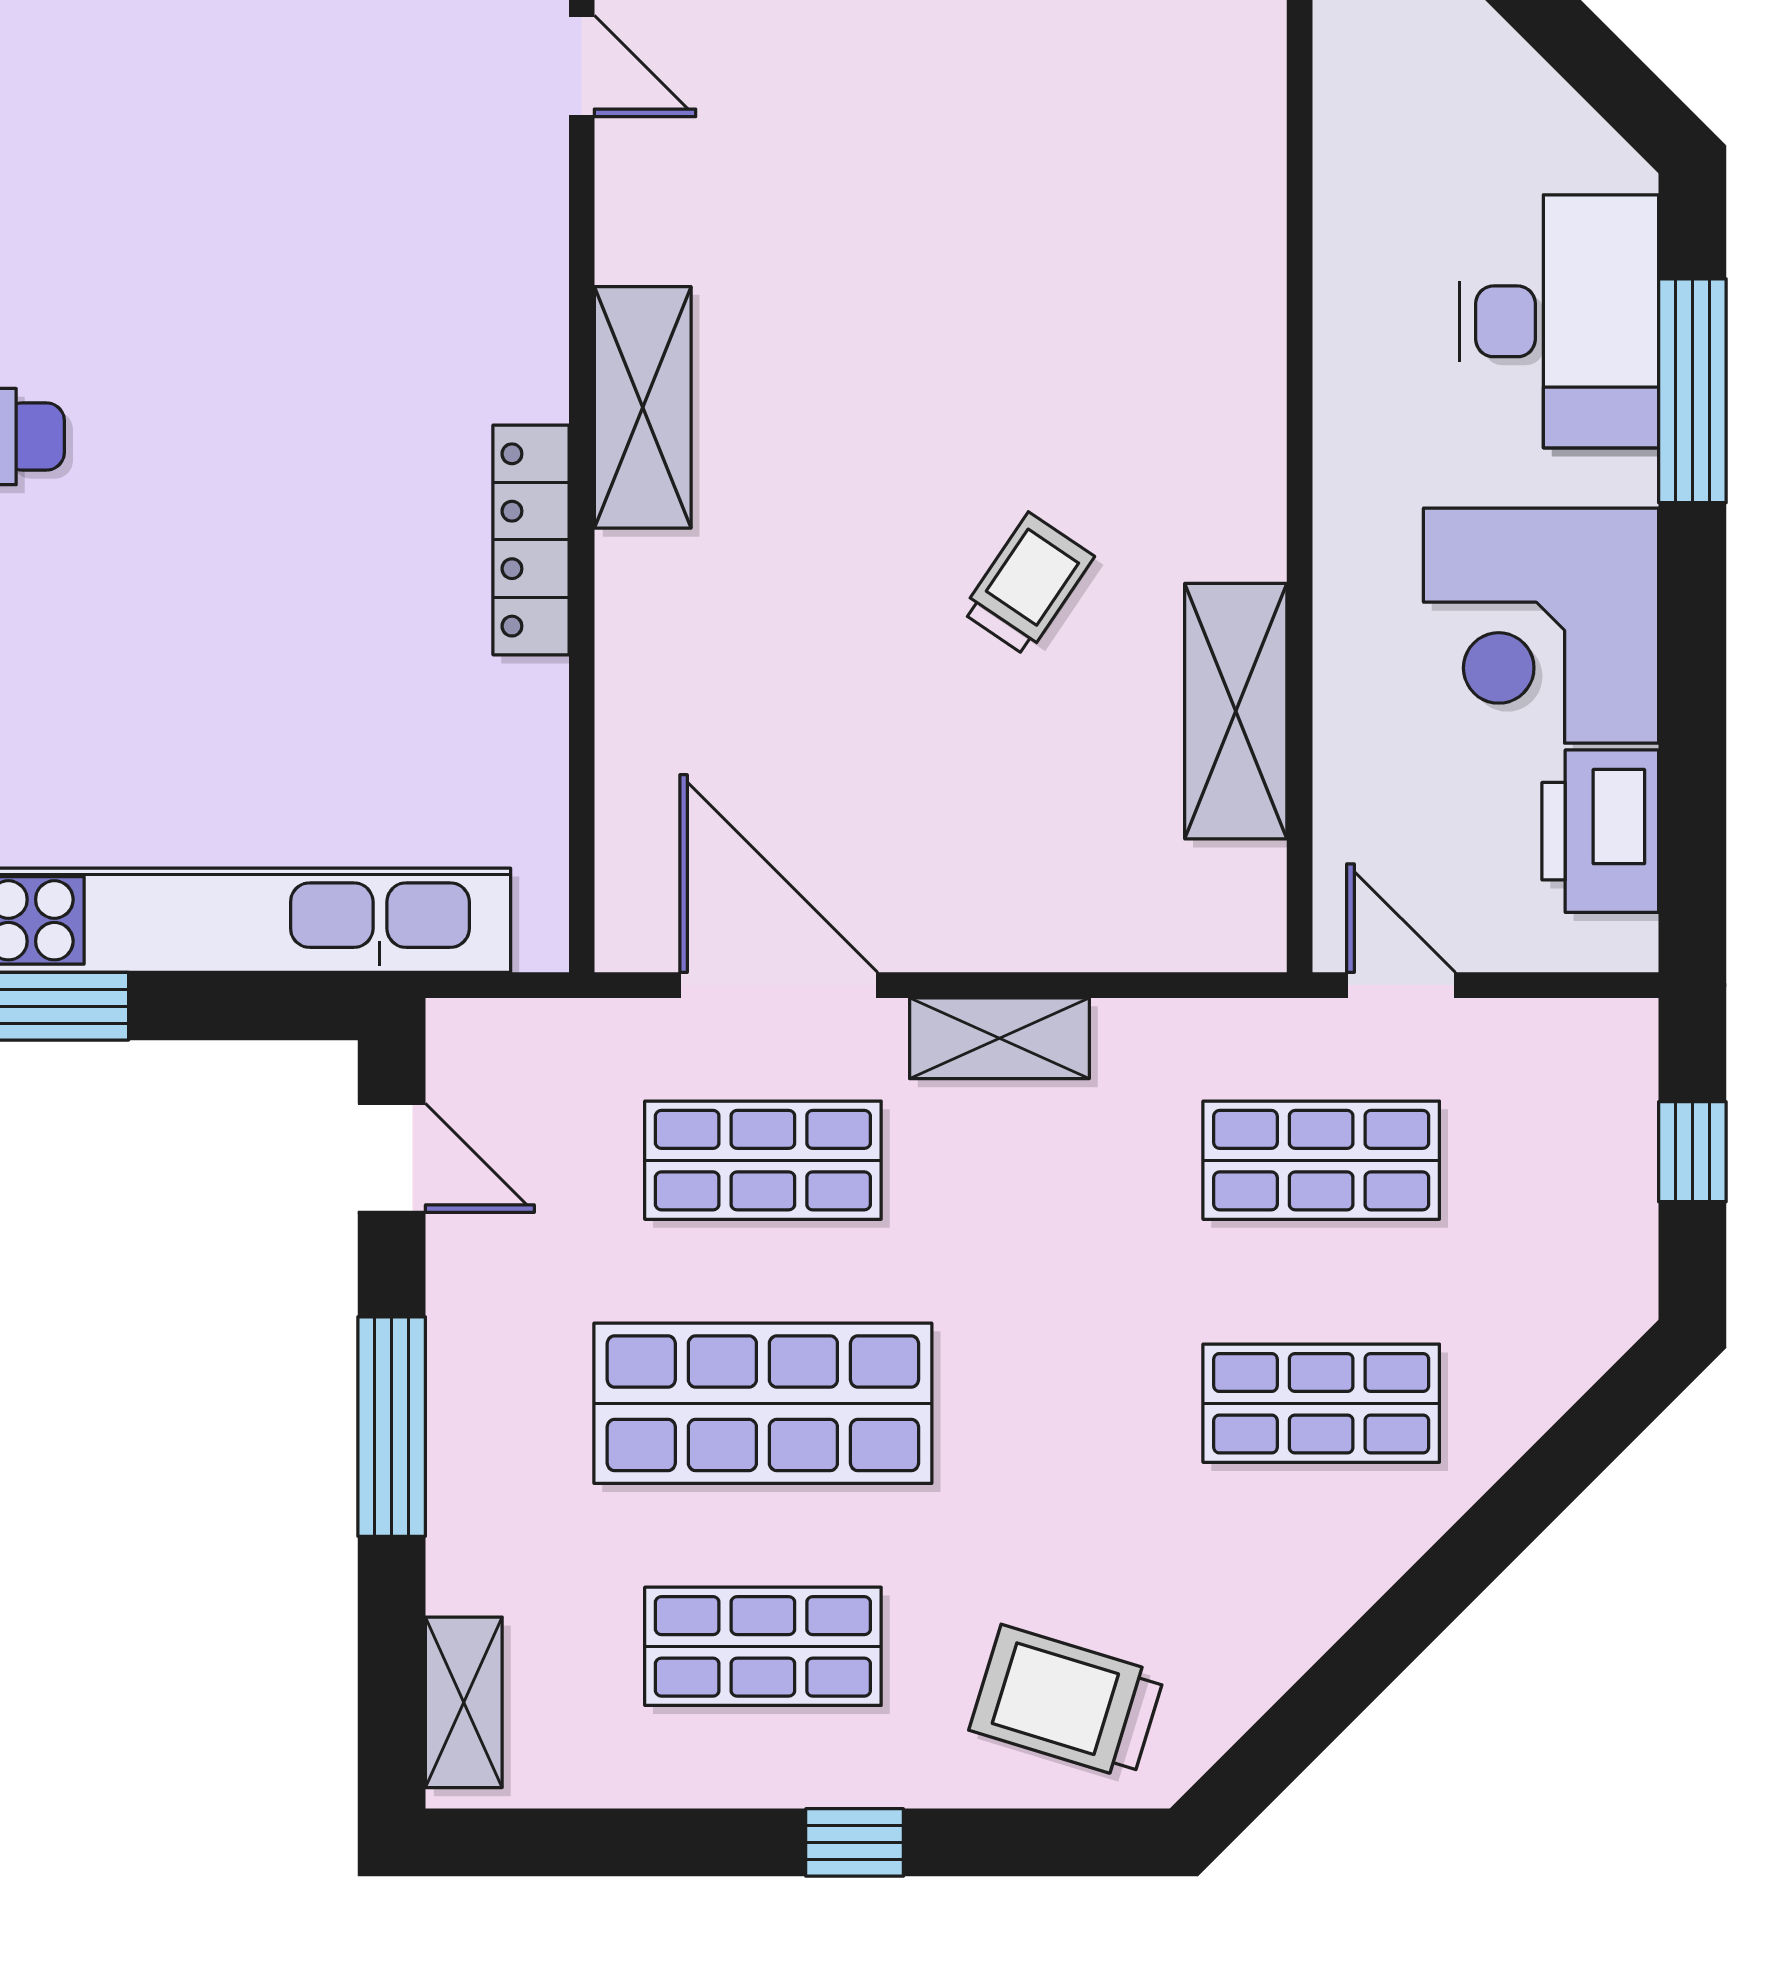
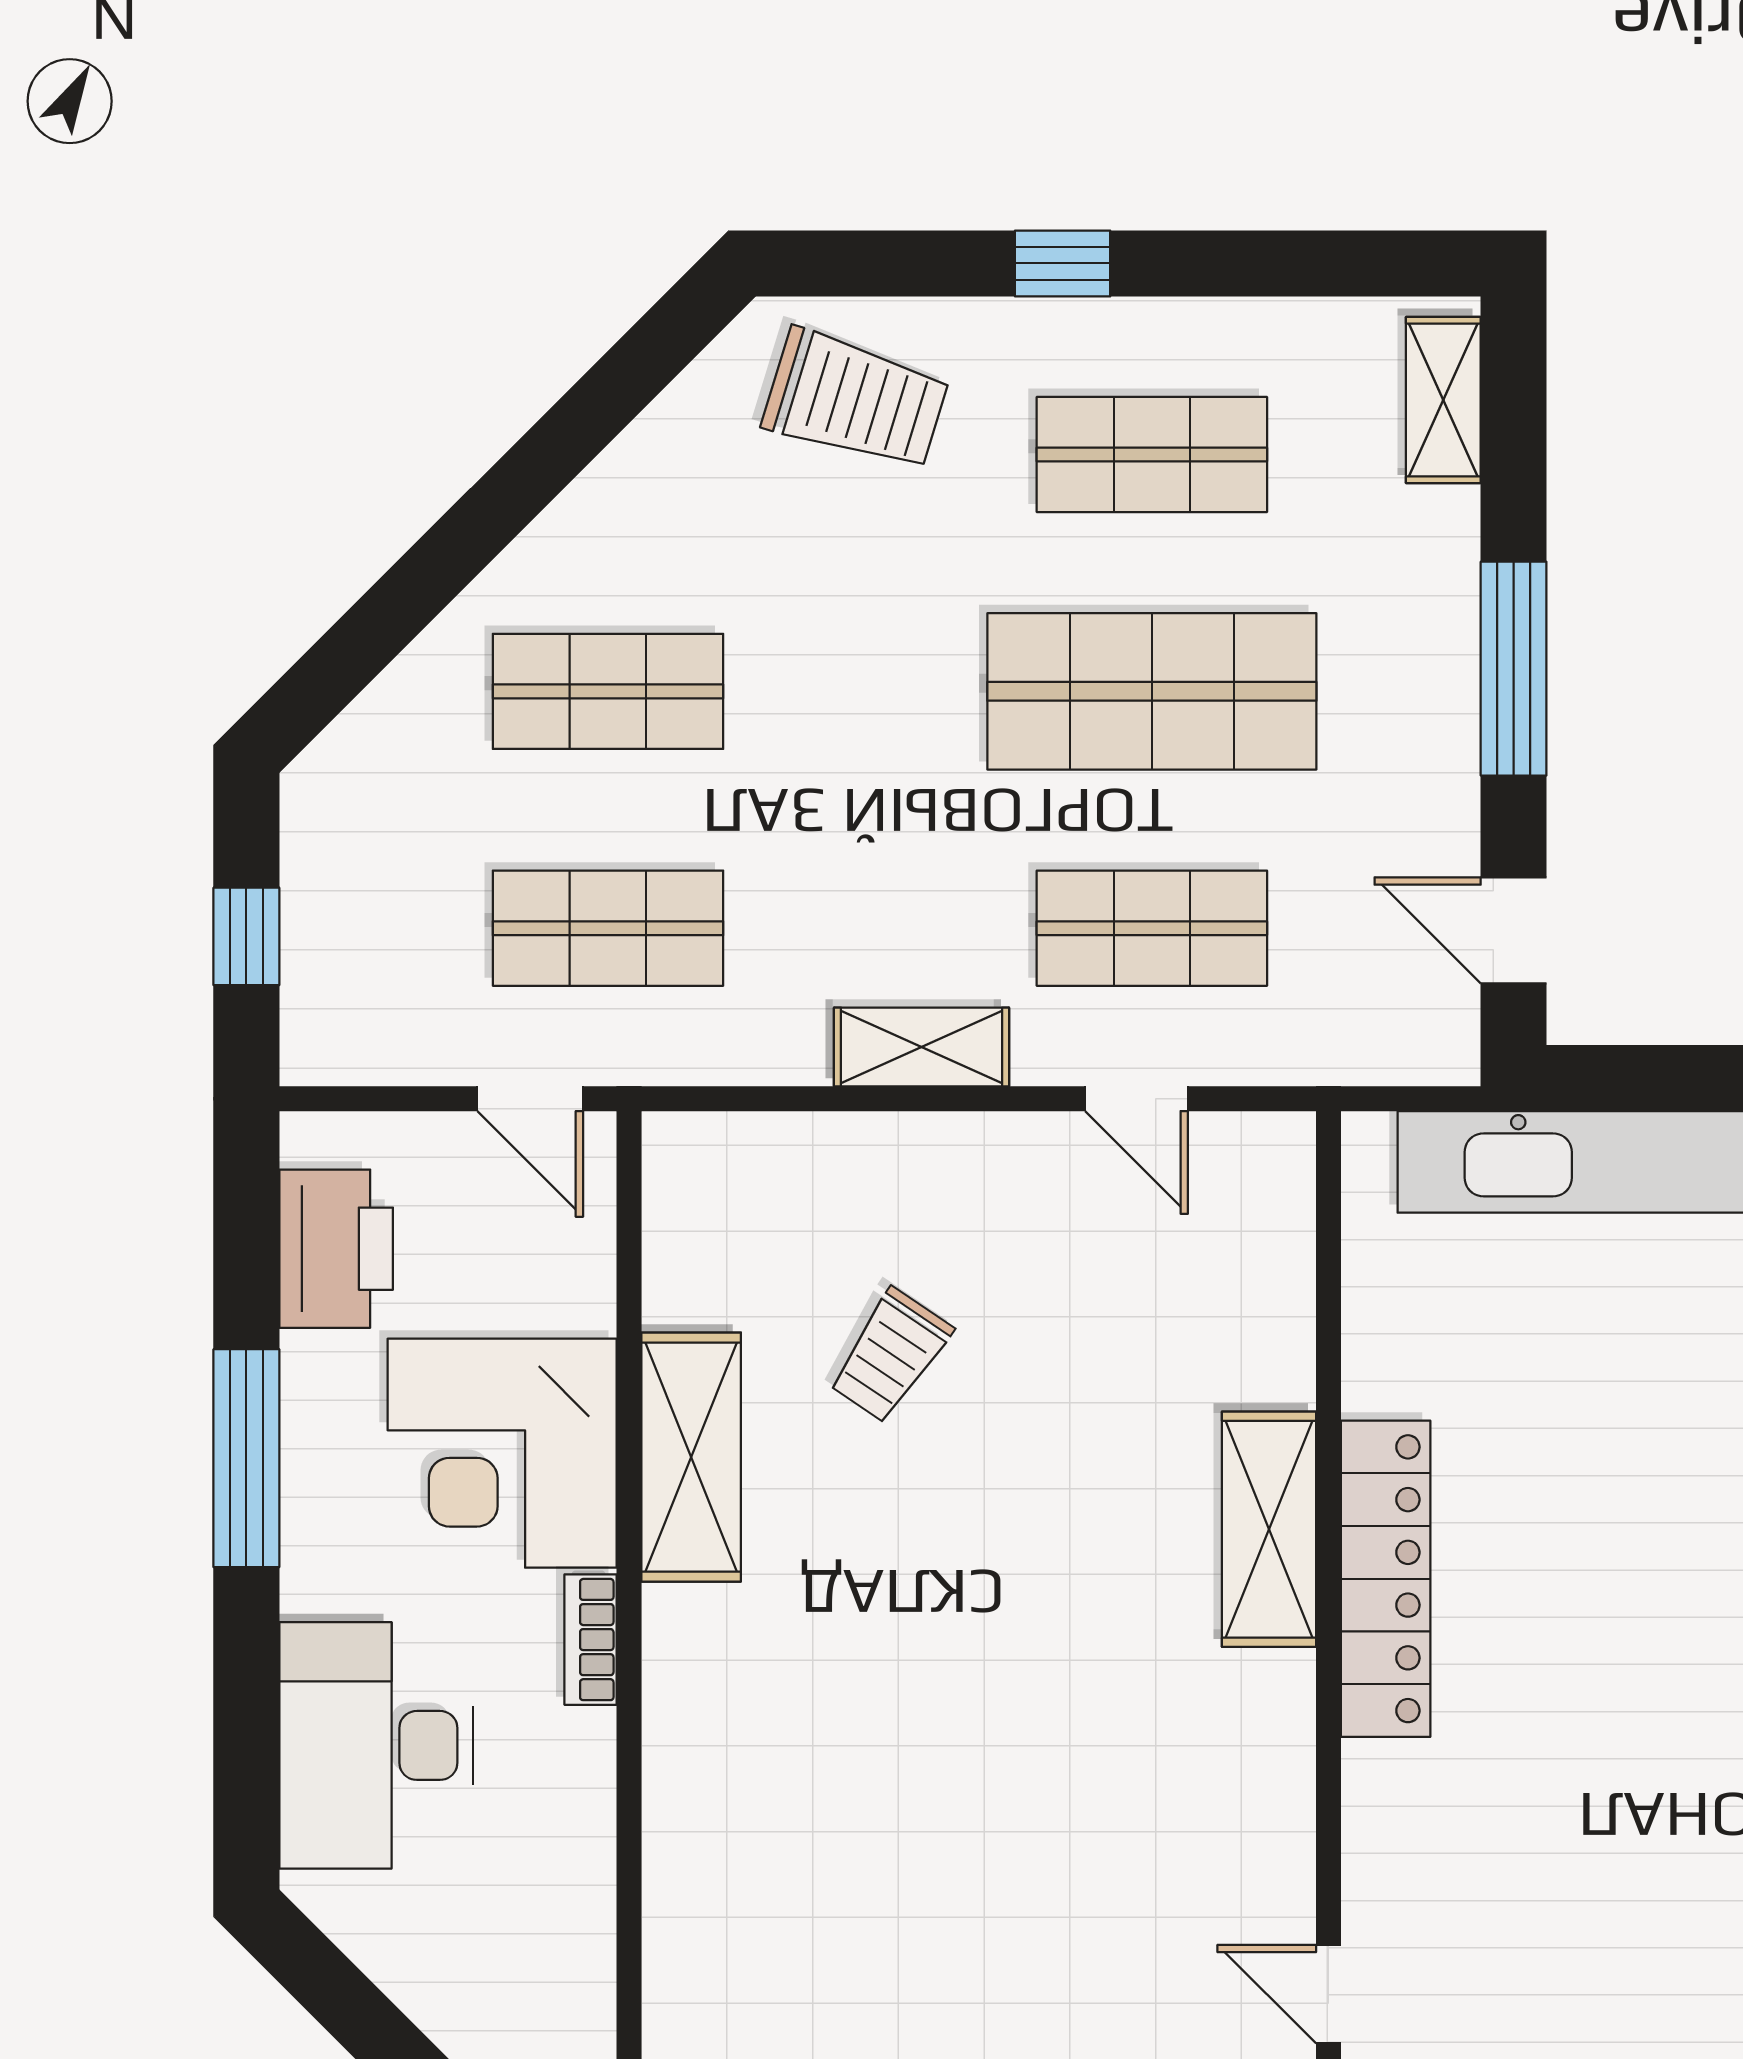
window: (1692, 391) -> (246, 1458), moved
shelving: (643, 407) -> (1269, 1529), moved
bookcase: (1339, 430) -> (591, 1640), added
locker: (531, 540) -> (1386, 1579), width x1.41, depth x1.21
trolley: (1028, 584) -> (890, 1356), moved
corner desk: (1541, 626) -> (502, 1453), moved, turned 180
shelving: (1236, 711) -> (691, 1457), moved
door: (779, 985) -> (1137, 1099), width x0.53

